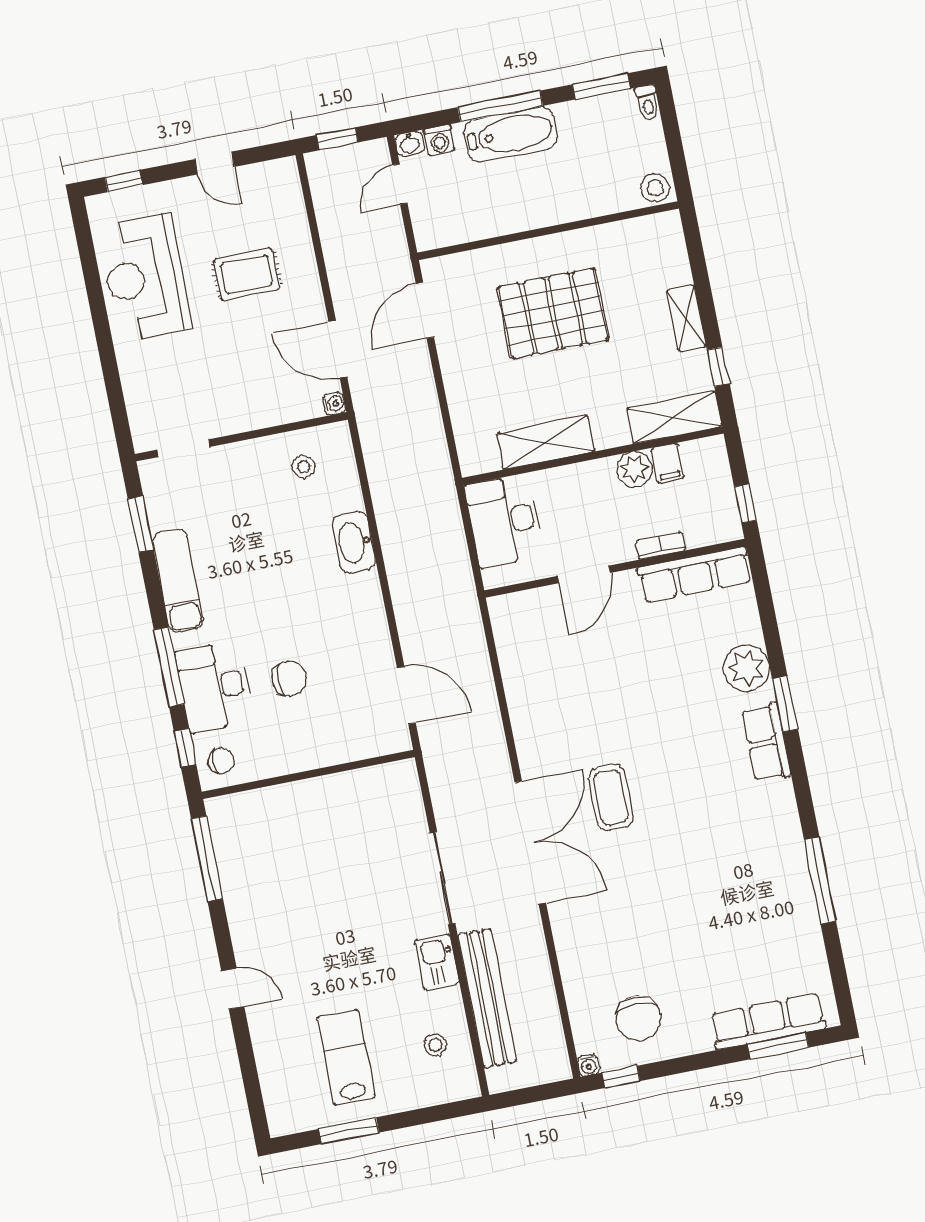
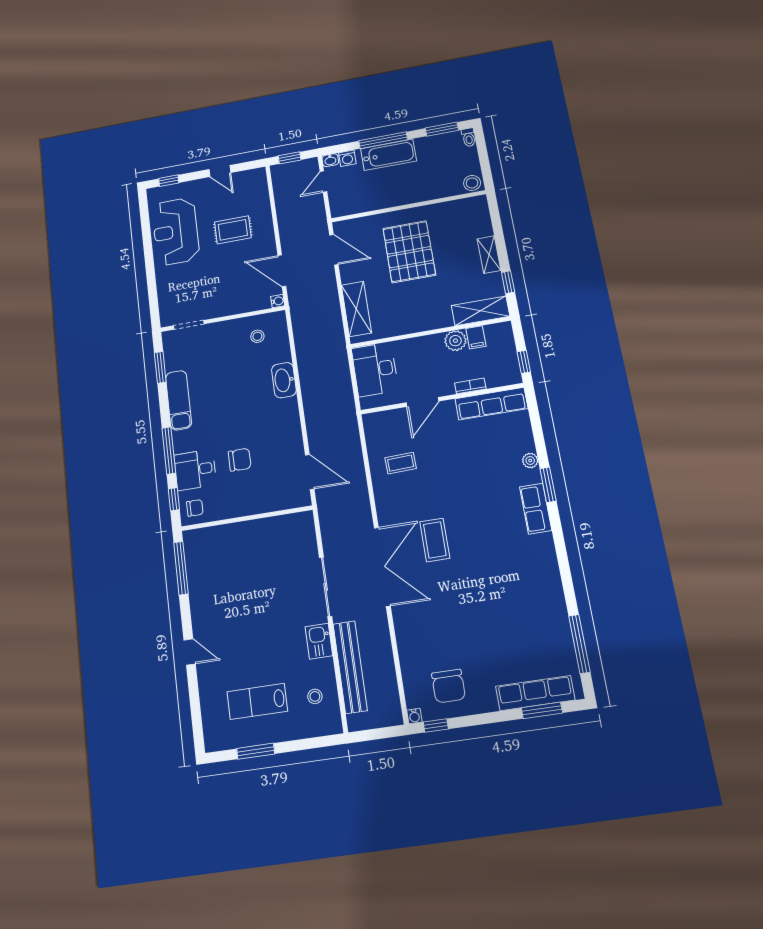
door: (425, 310) -> (334, 250), swing flipped
pallet: (553, 313) -> (409, 252), turned 90
shelving: (546, 442) -> (356, 309), moved, turned 90
plant: (746, 668) -> (530, 461), width x0.53, depth x0.53
coffee table: (553, 676) -> (401, 463), added
desk: (214, 687) -> (195, 470), width x0.73
window: (820, 880) -> (579, 644), moved
lab bench: (346, 1057) -> (257, 701), turned -90

